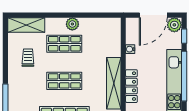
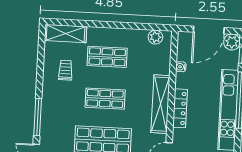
plant: (72, 24) -> (155, 37), moved

